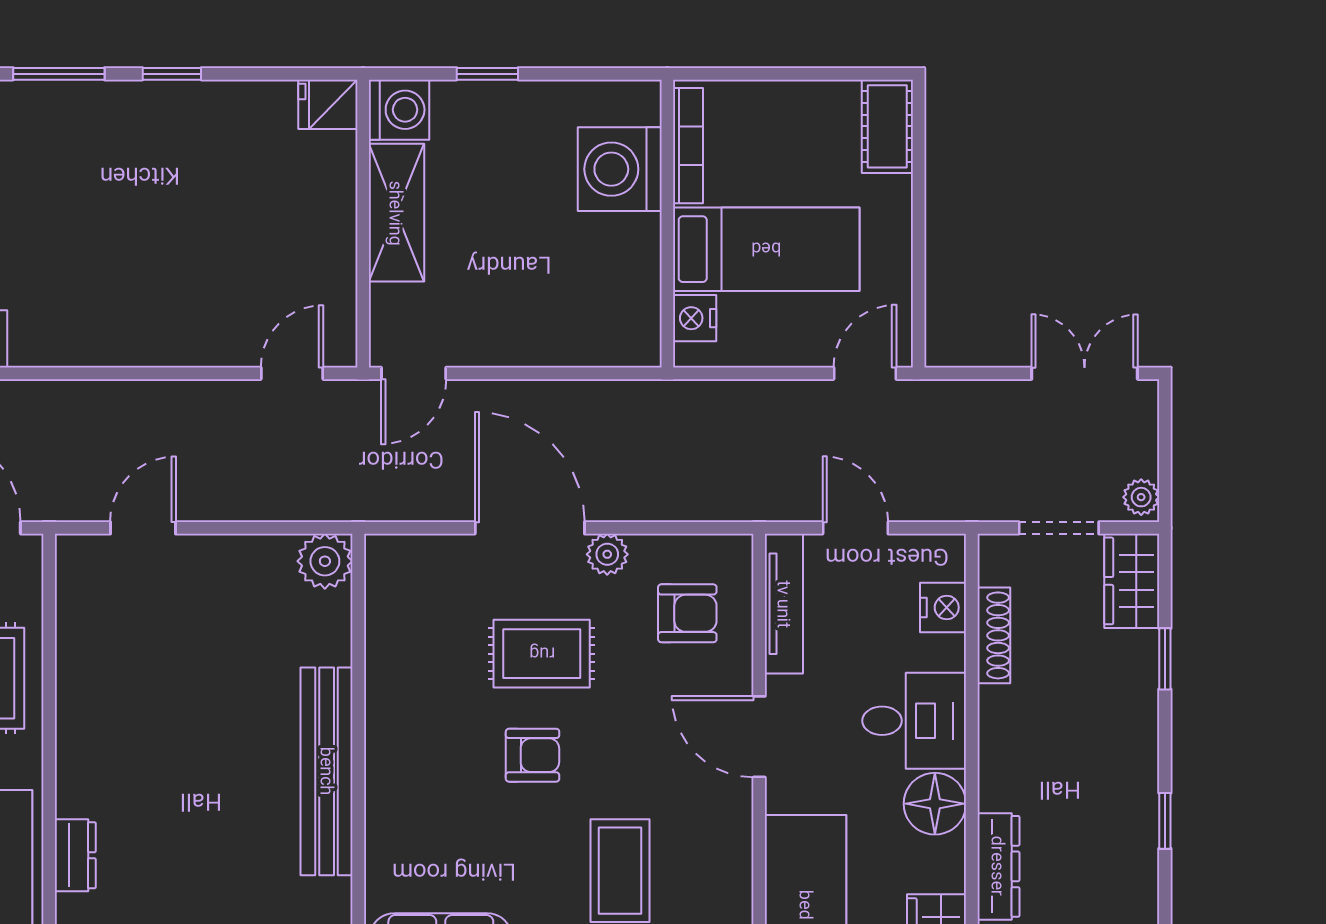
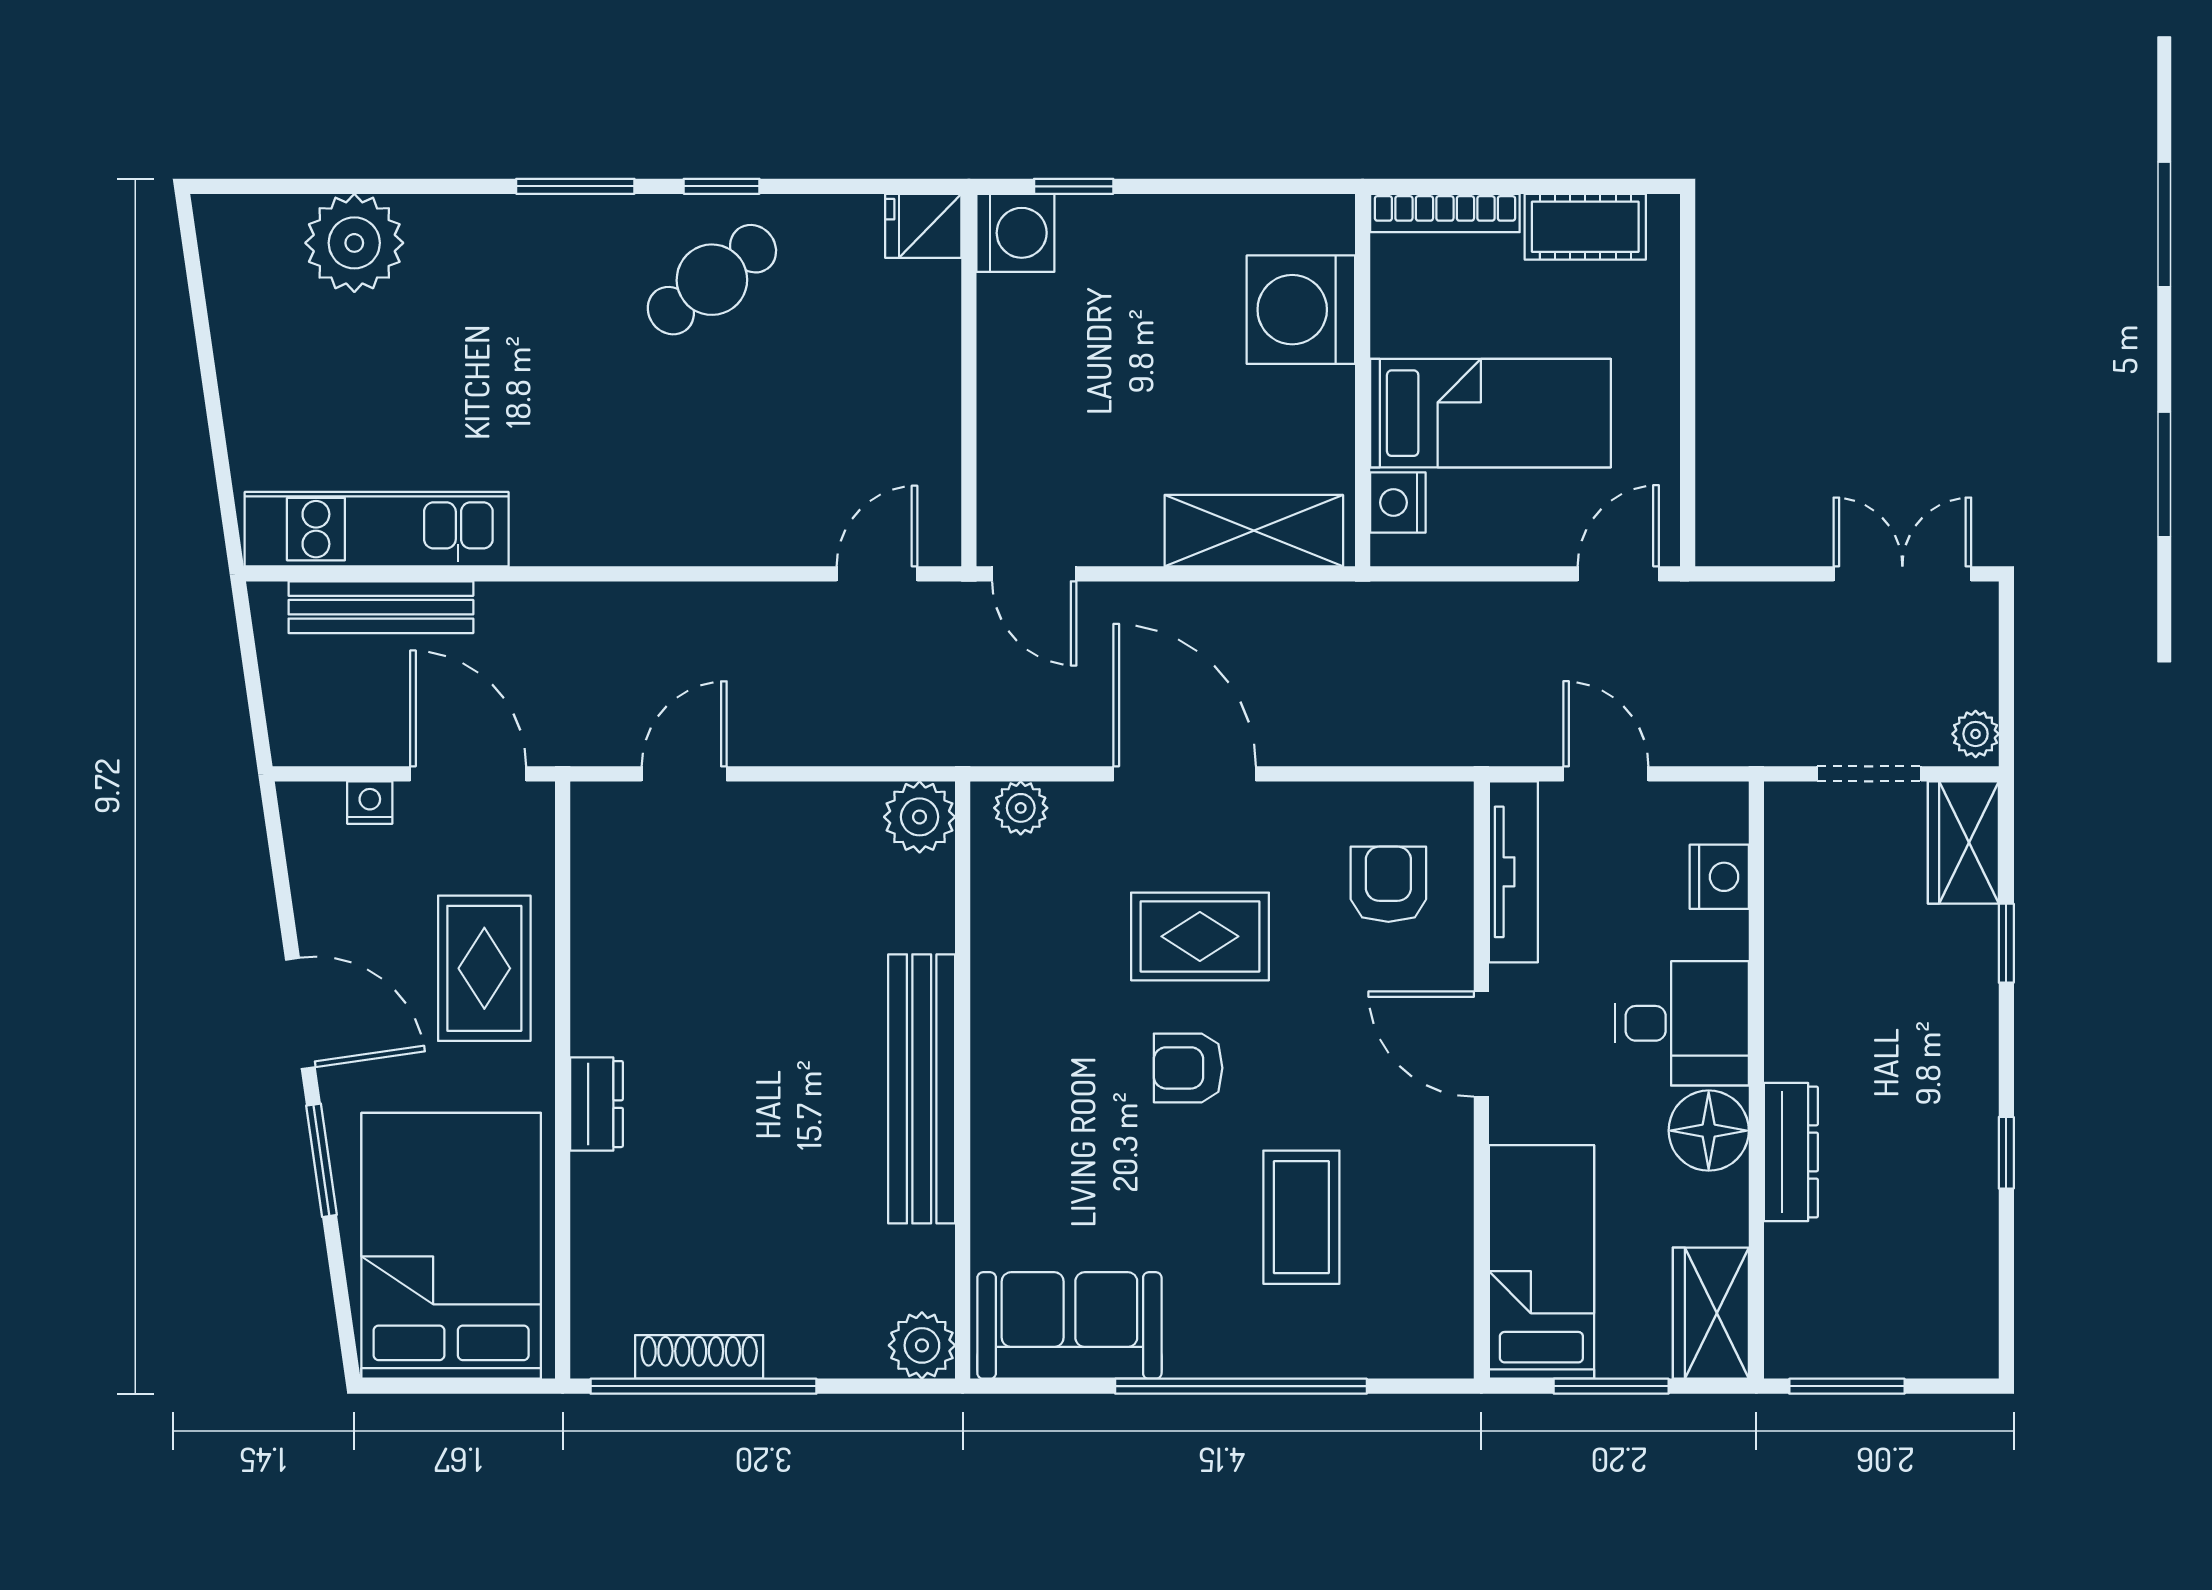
window: (487, 74) -> (1074, 186), moved
cot: (887, 126) -> (1585, 227), moved, turned 90
cafe table: (164, 146) -> (712, 280), added
bookcase: (688, 146) -> (1445, 213), moved, turned 90
shelving: (396, 213) -> (1254, 531), moved, turned 90
door: (414, 373) -> (1034, 574), hinge flipped
plant: (607, 554) -> (1021, 808), moved
armchair: (687, 613) -> (1388, 884), turned -90
shoe rack: (994, 635) -> (1785, 913), removed
armchair: (533, 755) -> (1188, 1068), turned 180
dresser: (75, 855) -> (597, 1104), moved
dresser: (998, 866) -> (1791, 1152), moved

